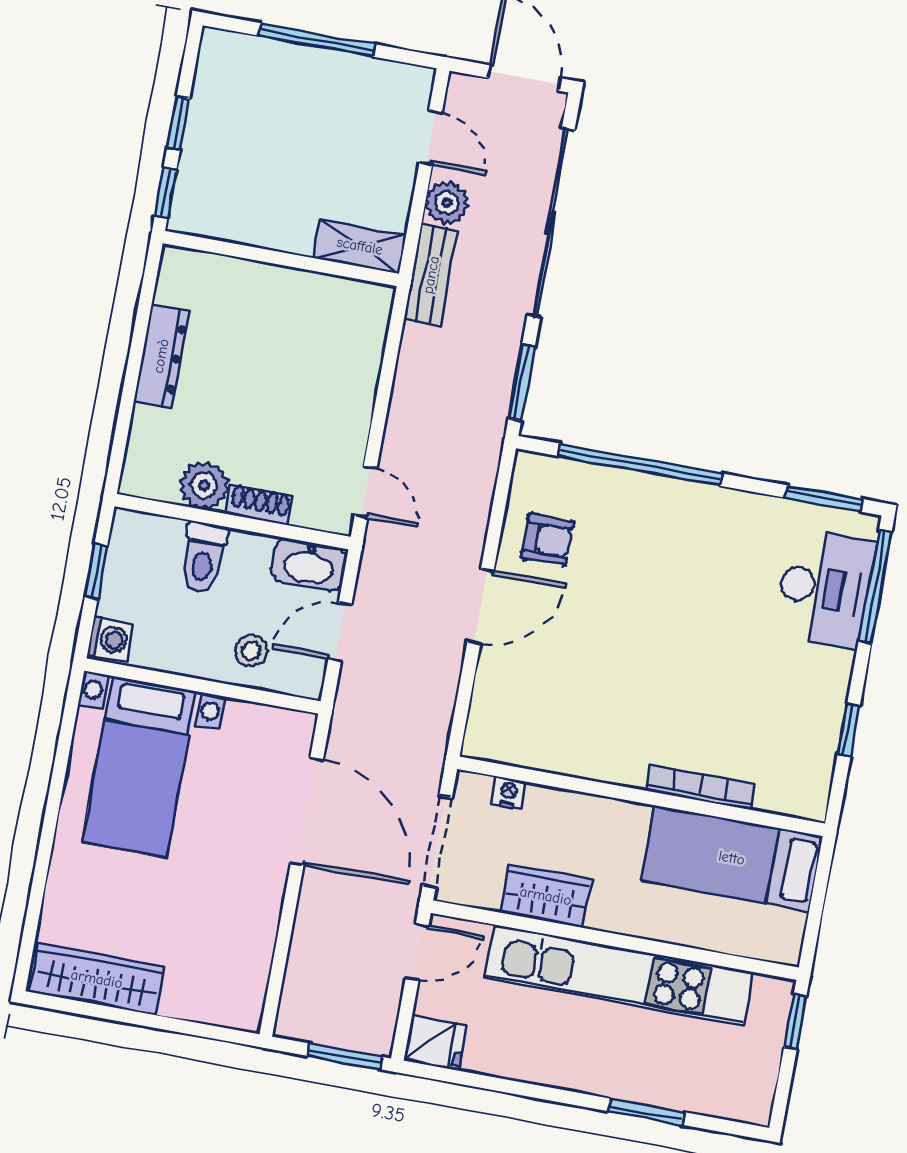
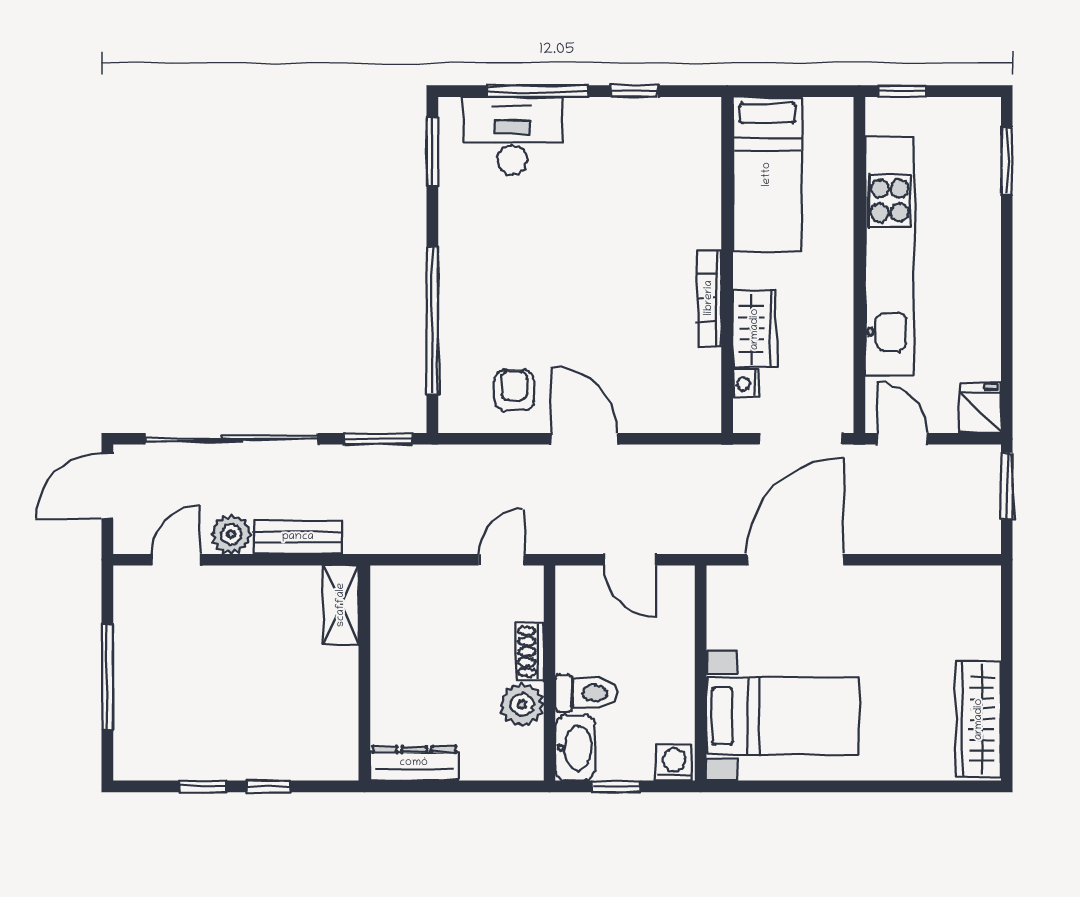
shelving: (360, 246) -> (341, 605), moved
wall: (281, 259) -> (364, 673), moved
washbasin: (309, 565) -> (575, 748), moved
window: (875, 587) -> (538, 91), moved
stool: (251, 651) -> (661, 635), removed
bookcase: (700, 787) -> (709, 298), moved
wardrobe: (546, 896) -> (755, 329), moved, turned 180
window: (646, 1112) -> (1007, 161), moved

